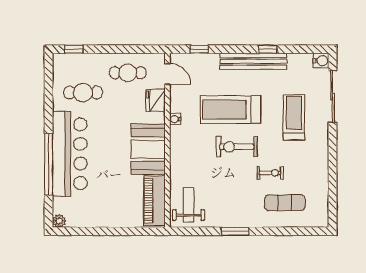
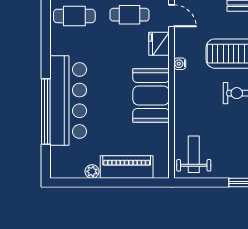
cafe table: (83, 93) -> (74, 16), moved
piano: (154, 201) -> (127, 167), moved, turned 90
plant: (59, 221) -> (92, 171), moved

